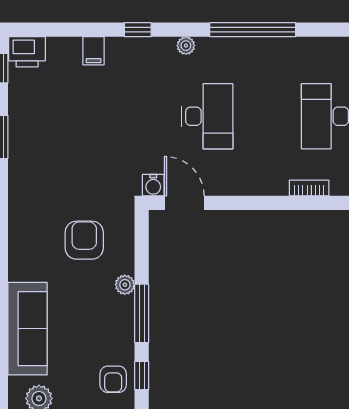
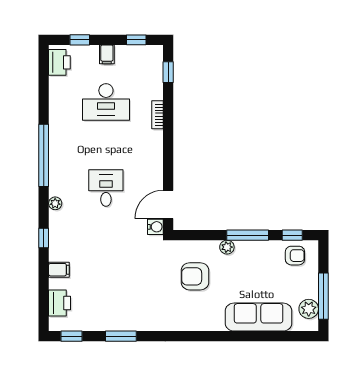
printer: (27, 52) -> (60, 303), moved
desk: (207, 116) -> (106, 188), width x0.73

